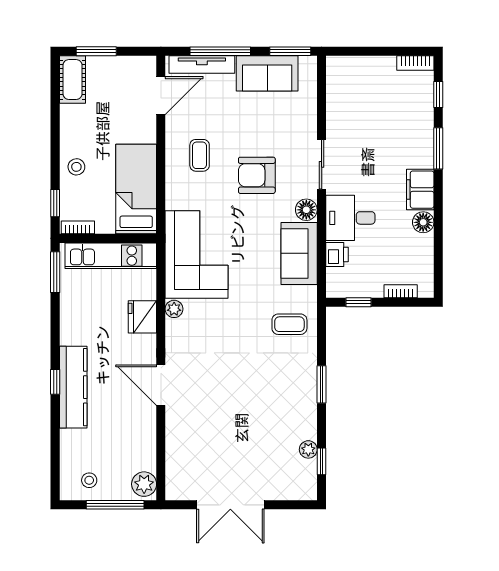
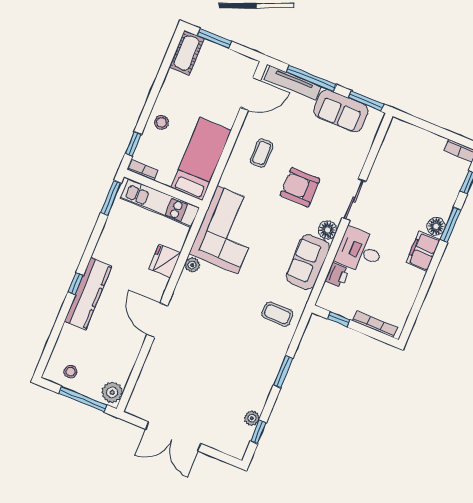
floor lamp: (423, 222) -> (436, 226), moved
bookcase: (401, 291) -> (375, 324), width x1.56

